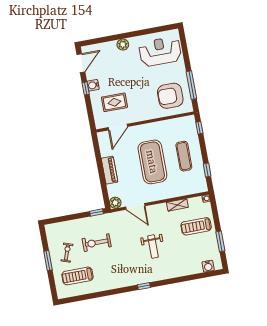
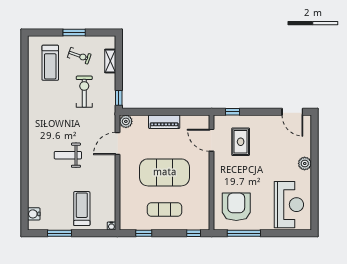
water cooler: (93, 85) -> (265, 121), removed
window: (86, 88) -> (233, 112), moved
shelving: (177, 205) -> (110, 61), moved
treadmill: (77, 276) -> (50, 63), turned 180
window: (144, 286) -> (25, 137), removed

